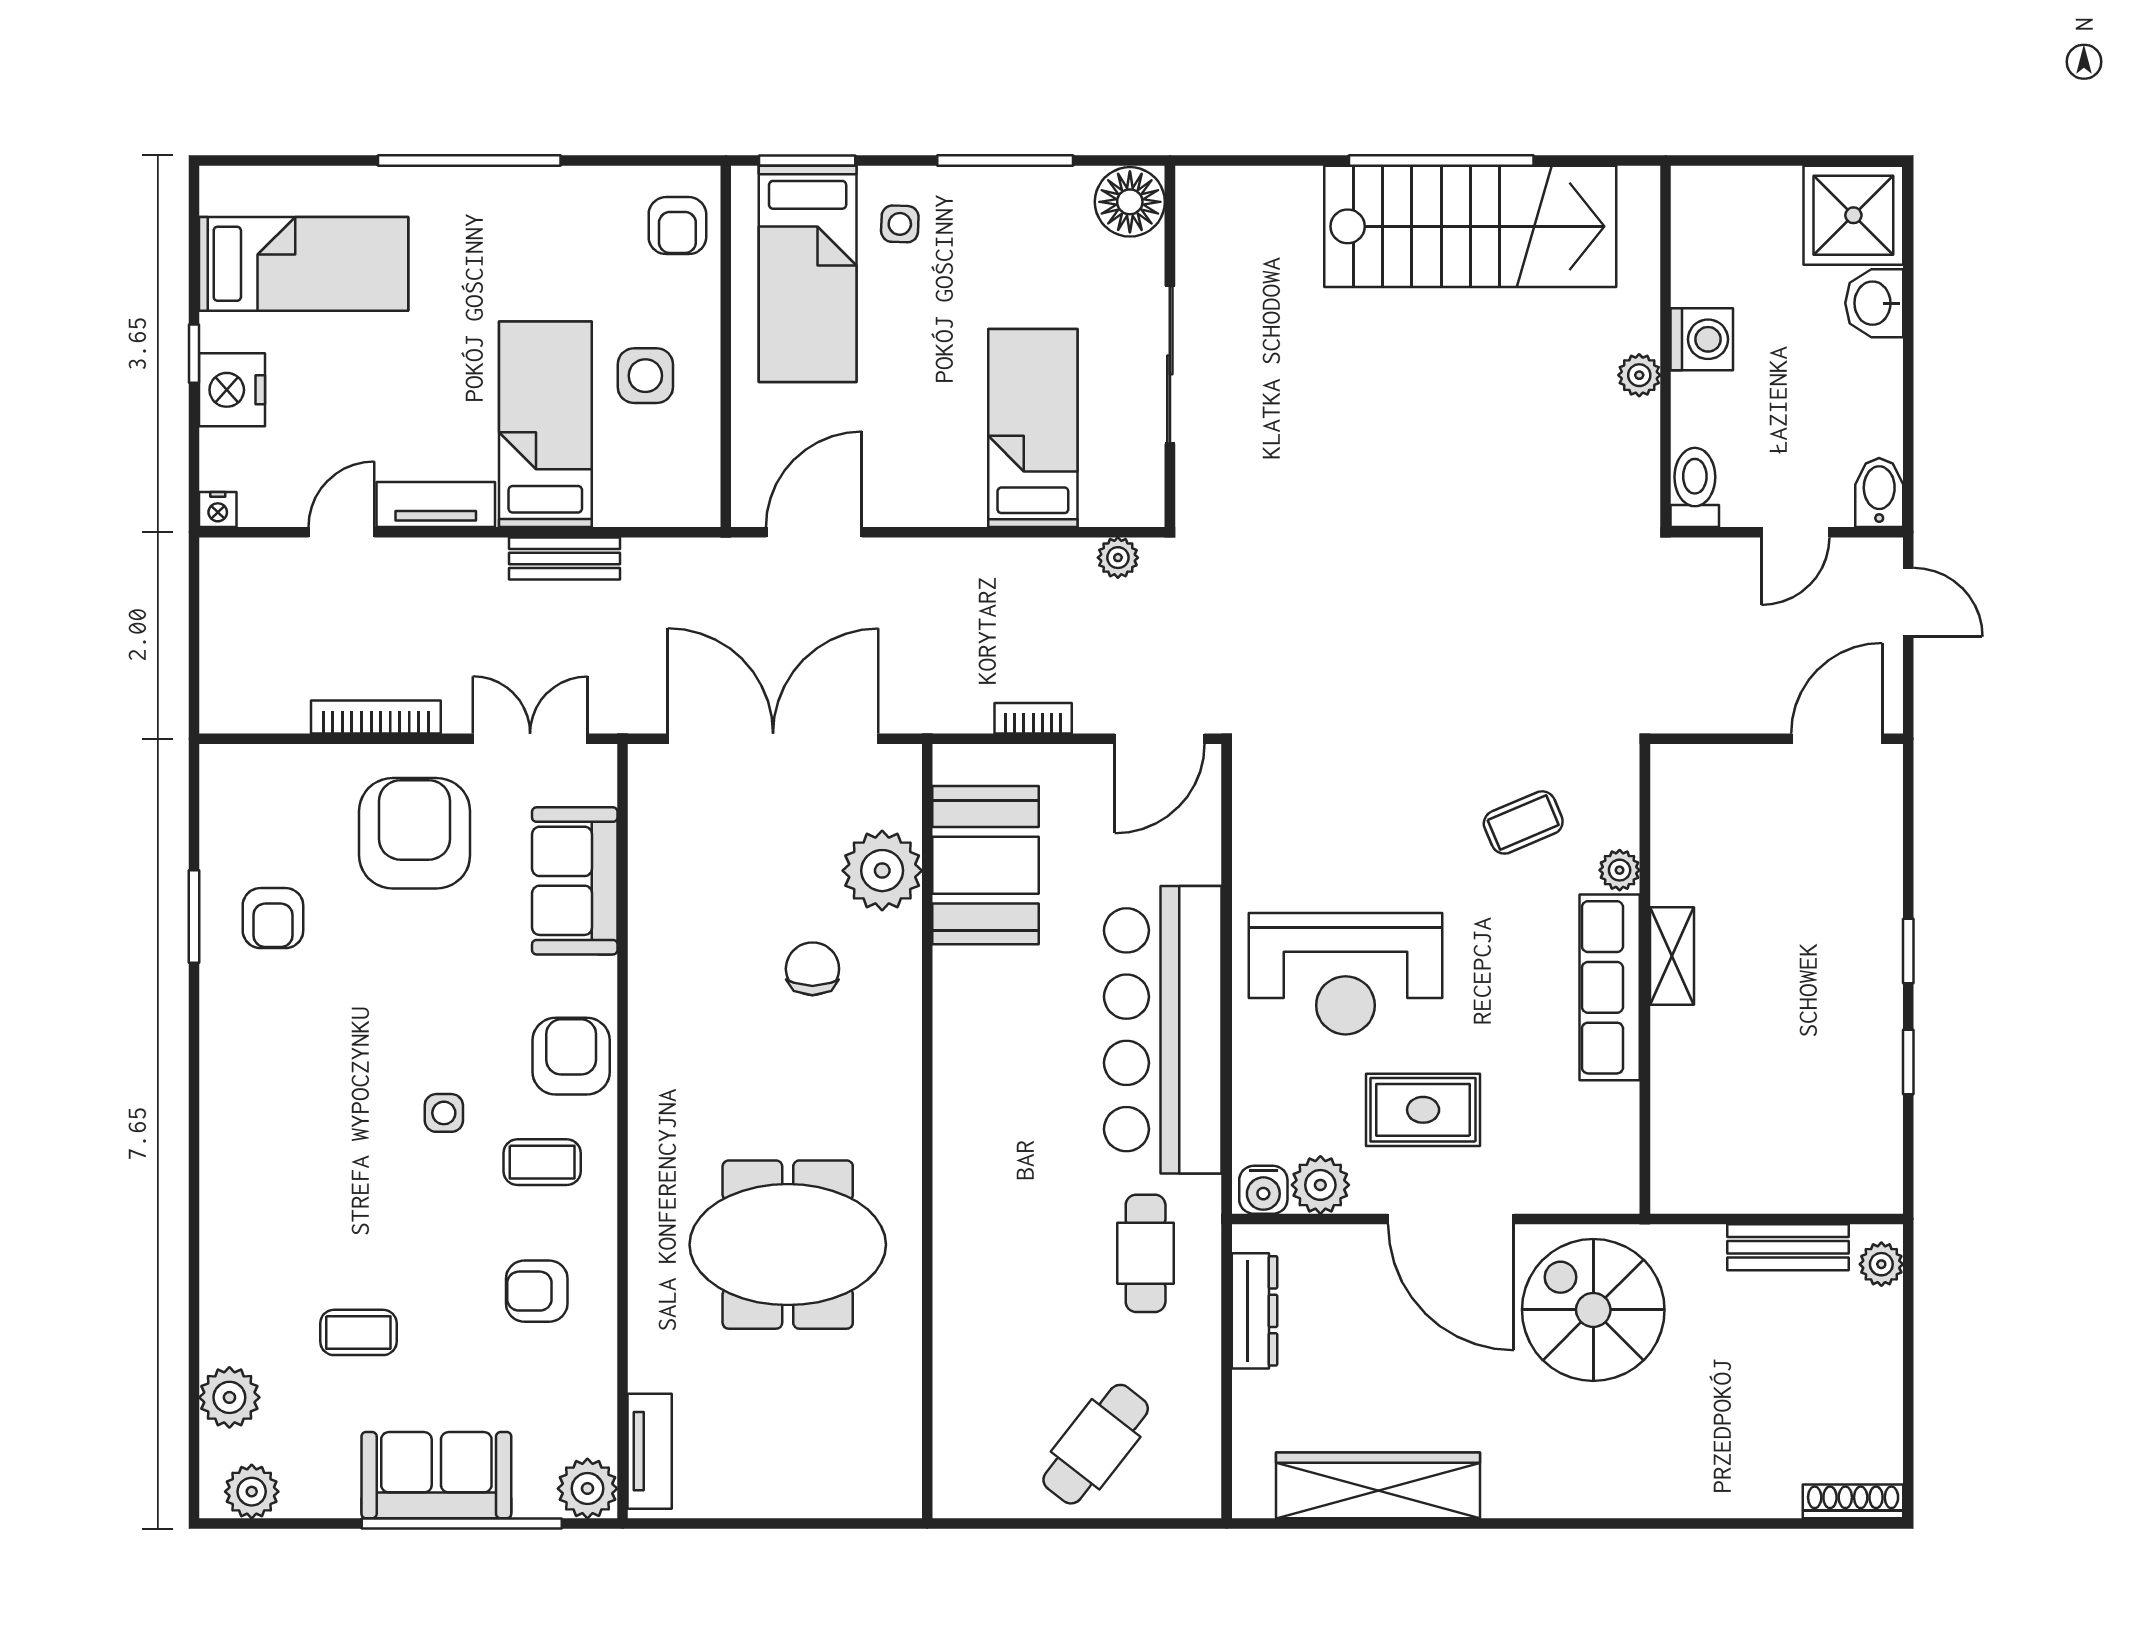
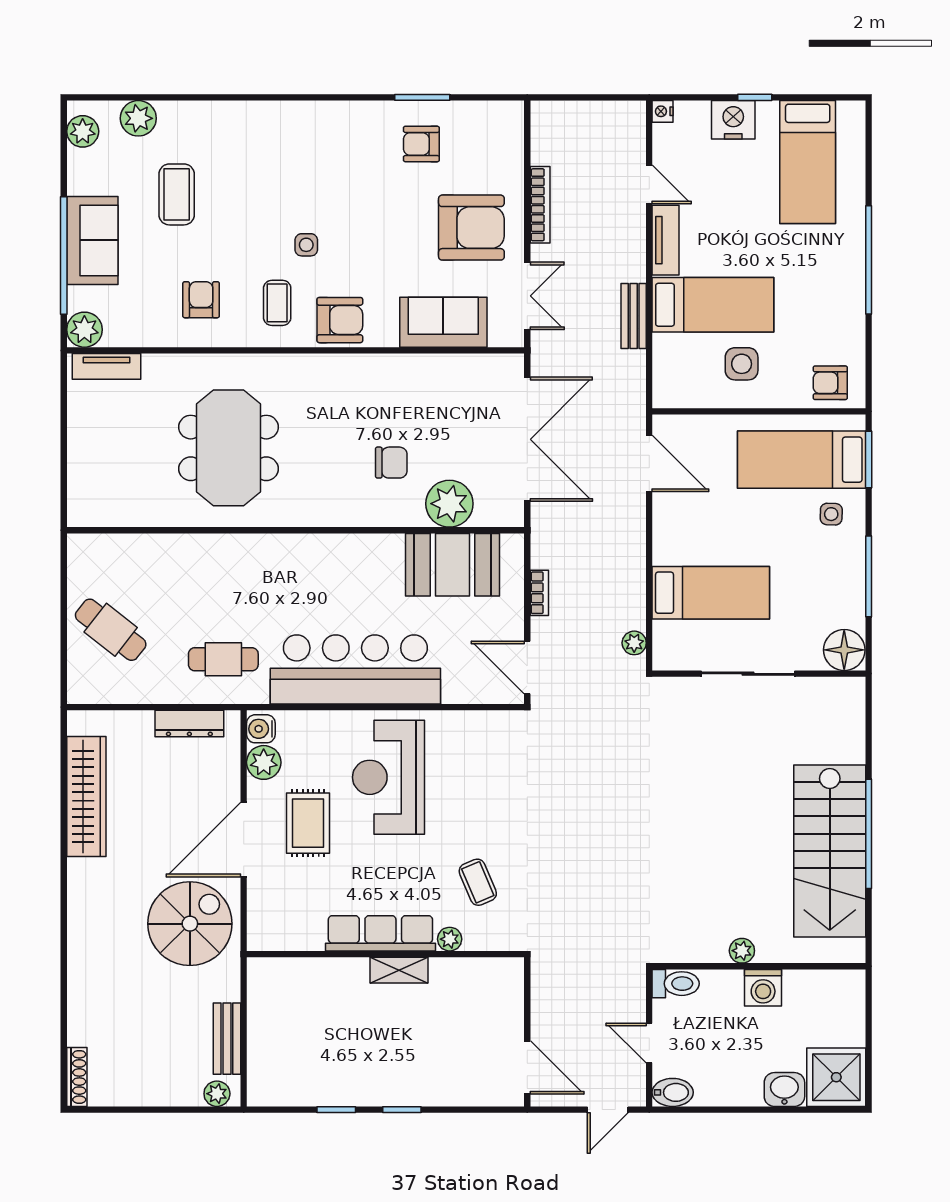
coffee table: (358, 1332) -> (177, 194), width x1.36, depth x1.30

